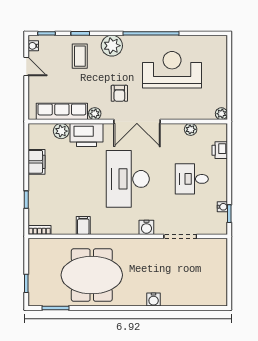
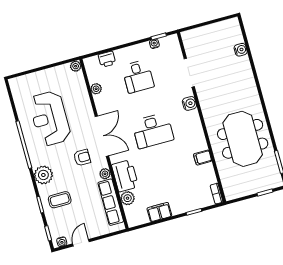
desk: (128, 179) -> (153, 131), width x0.73, depth x0.77
water cooler: (154, 300) -> (241, 50), moved

